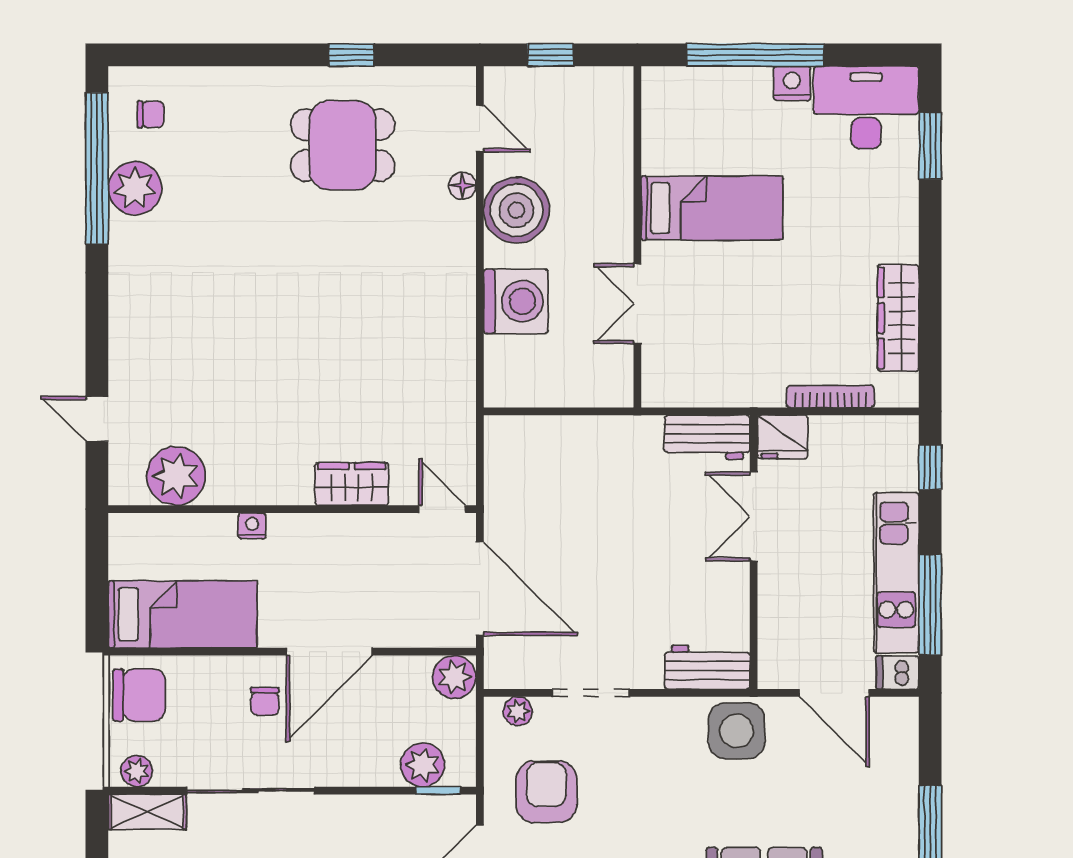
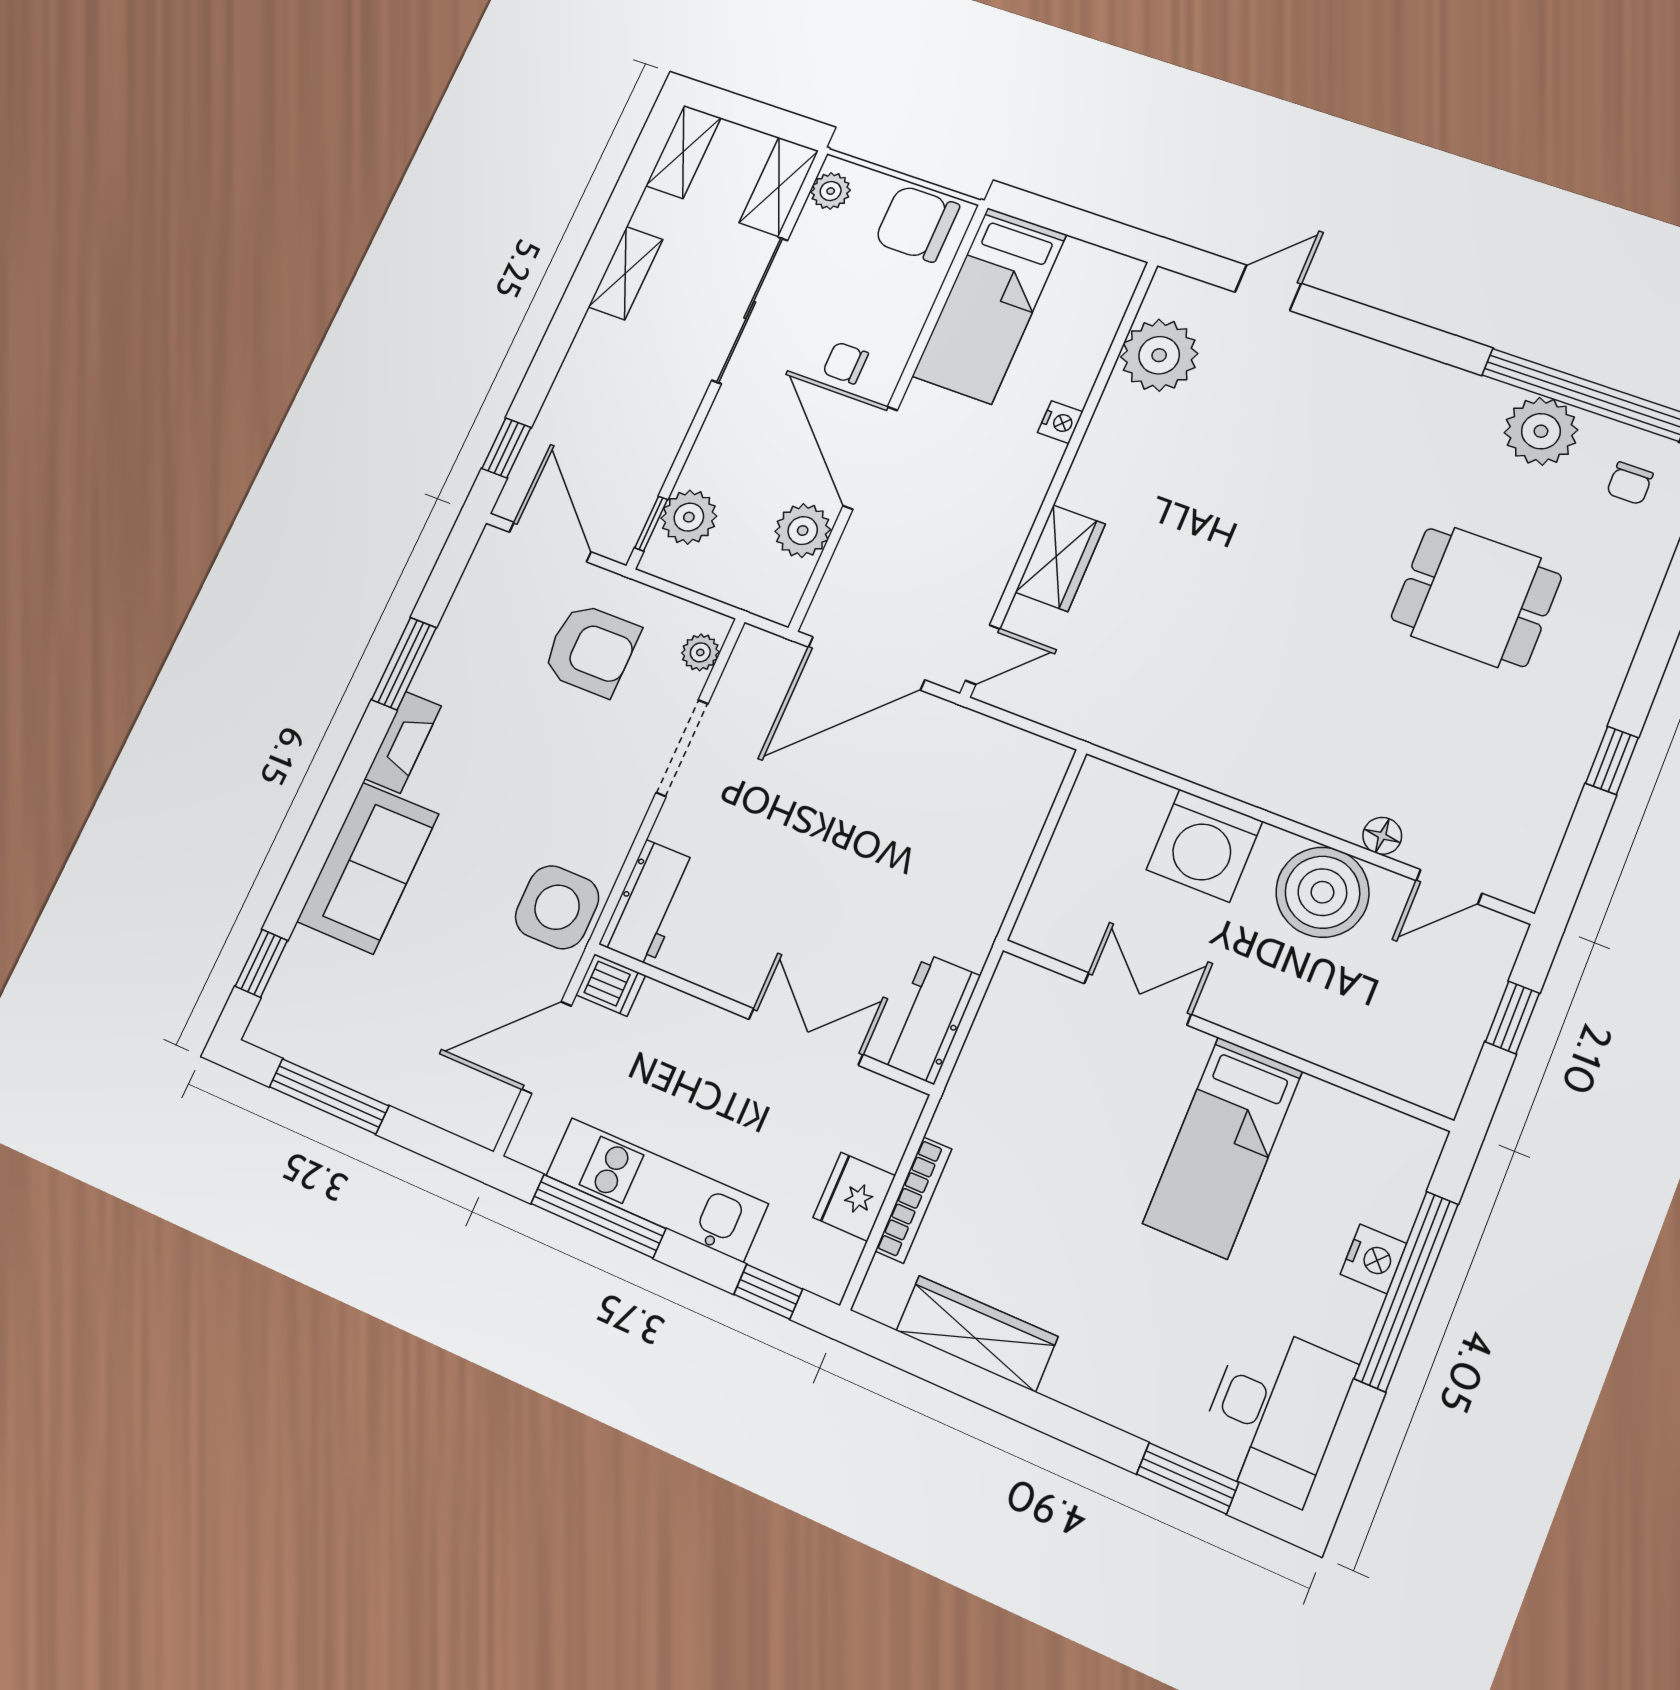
nightstand: (792, 83) -> (1374, 1259), moved
dining table: (343, 145) -> (1476, 597), moved, turned 90
fridge: (783, 437) -> (854, 1197), moved
dishwasher: (897, 673) -> (611, 985), moved, turned 90
plant: (454, 677) -> (803, 531), moved
chair: (139, 695) -> (917, 224), turned 90

